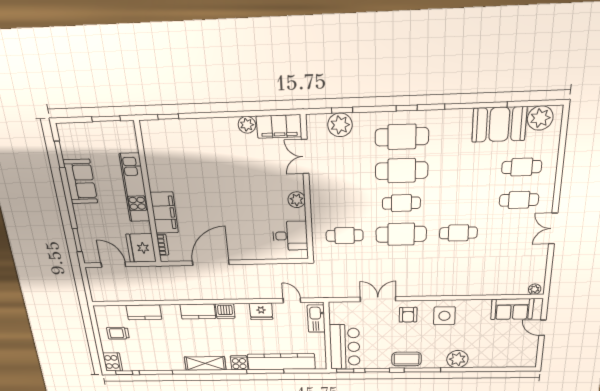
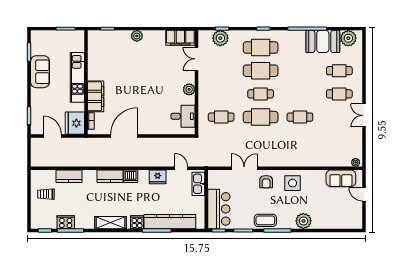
plant: (247, 125) -> (137, 36), moved
cooker: (113, 362) -> (66, 222), moved, turned -90

